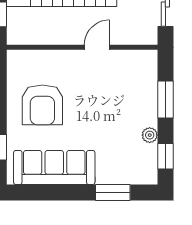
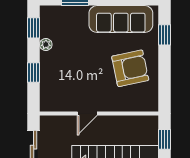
window: (165, 99) -> (34, 73), width x0.67
armchair: (42, 105) -> (130, 68), turned 78

